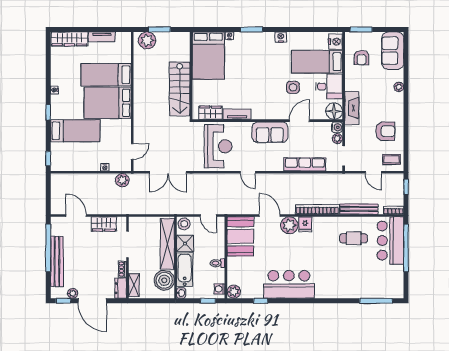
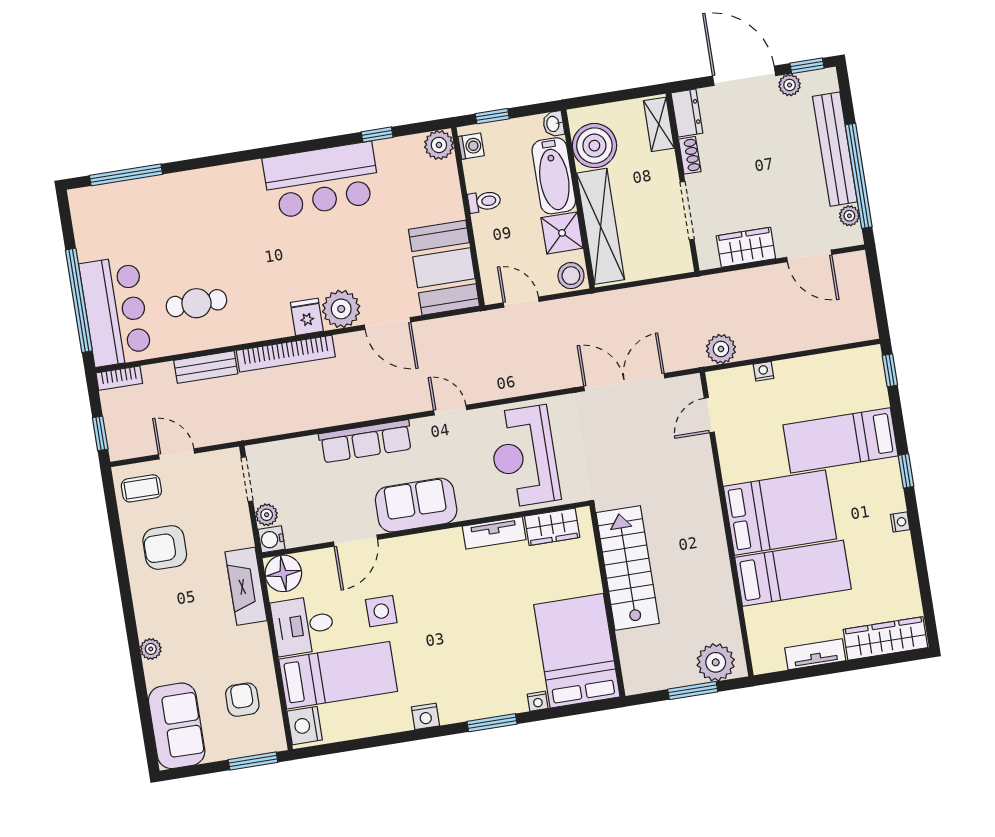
row of seats: (305, 164) -> (366, 441), moved
bench: (359, 209) -> (206, 367), width x0.73
plant: (55, 231) -> (849, 216), added

